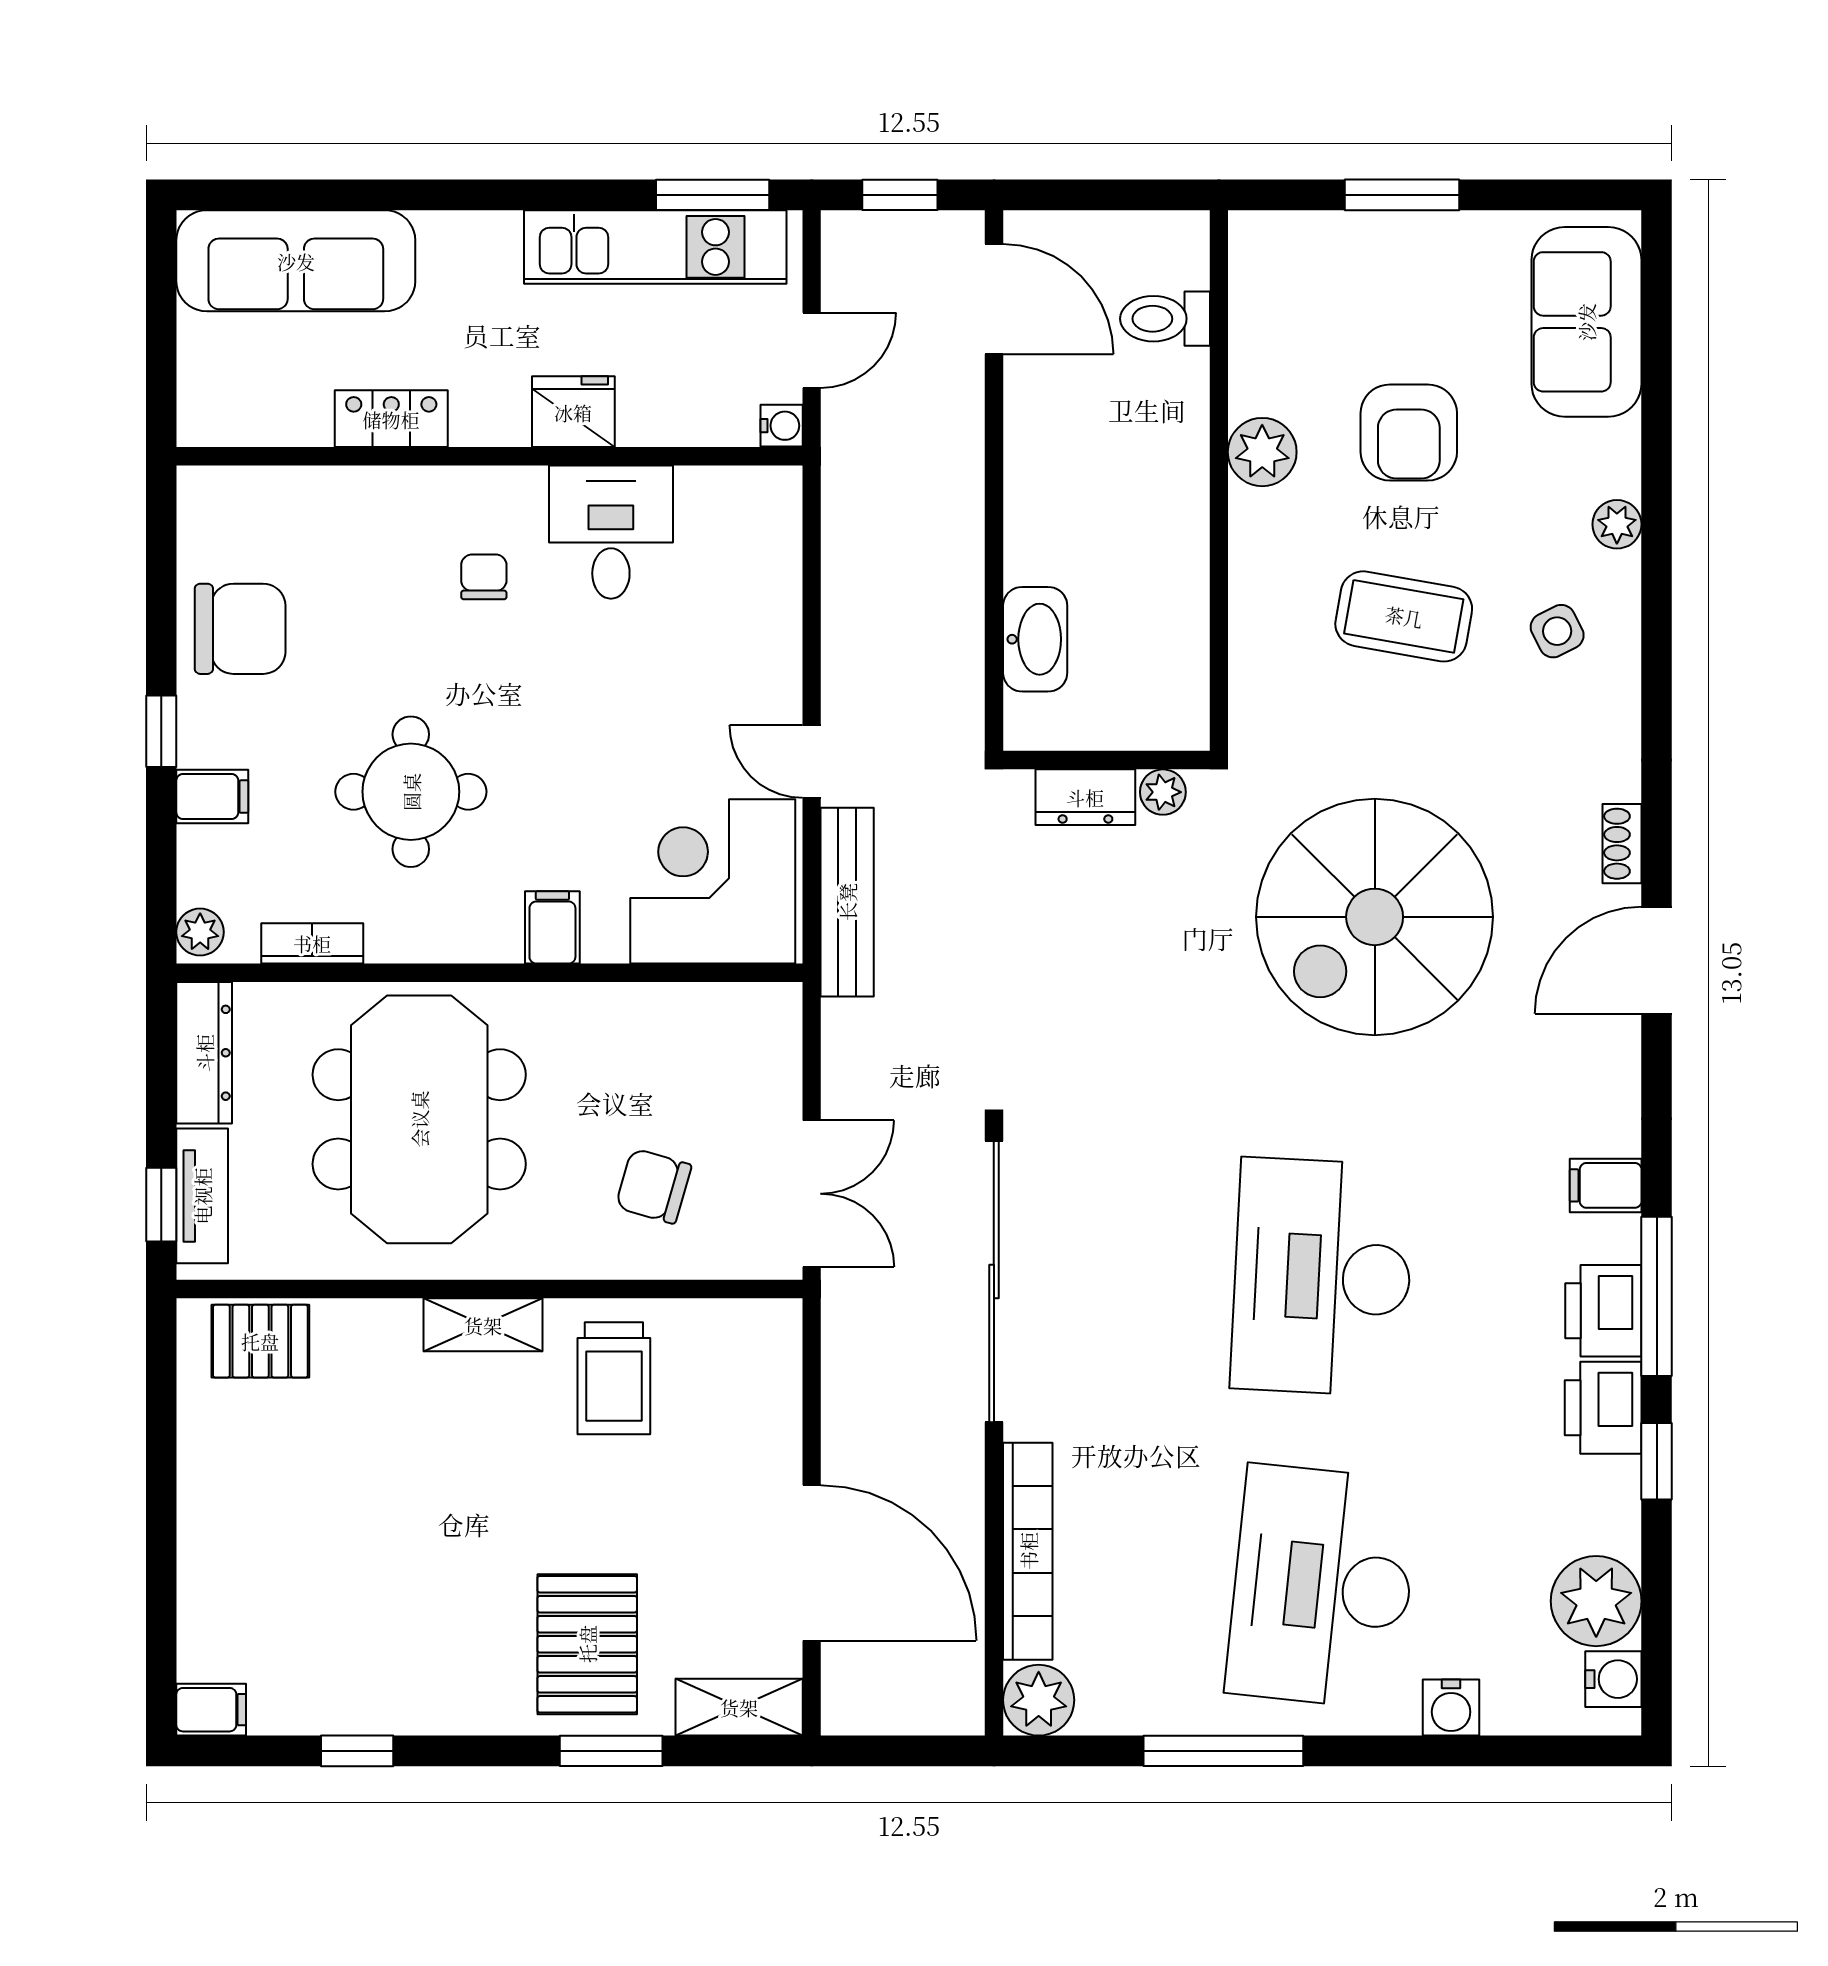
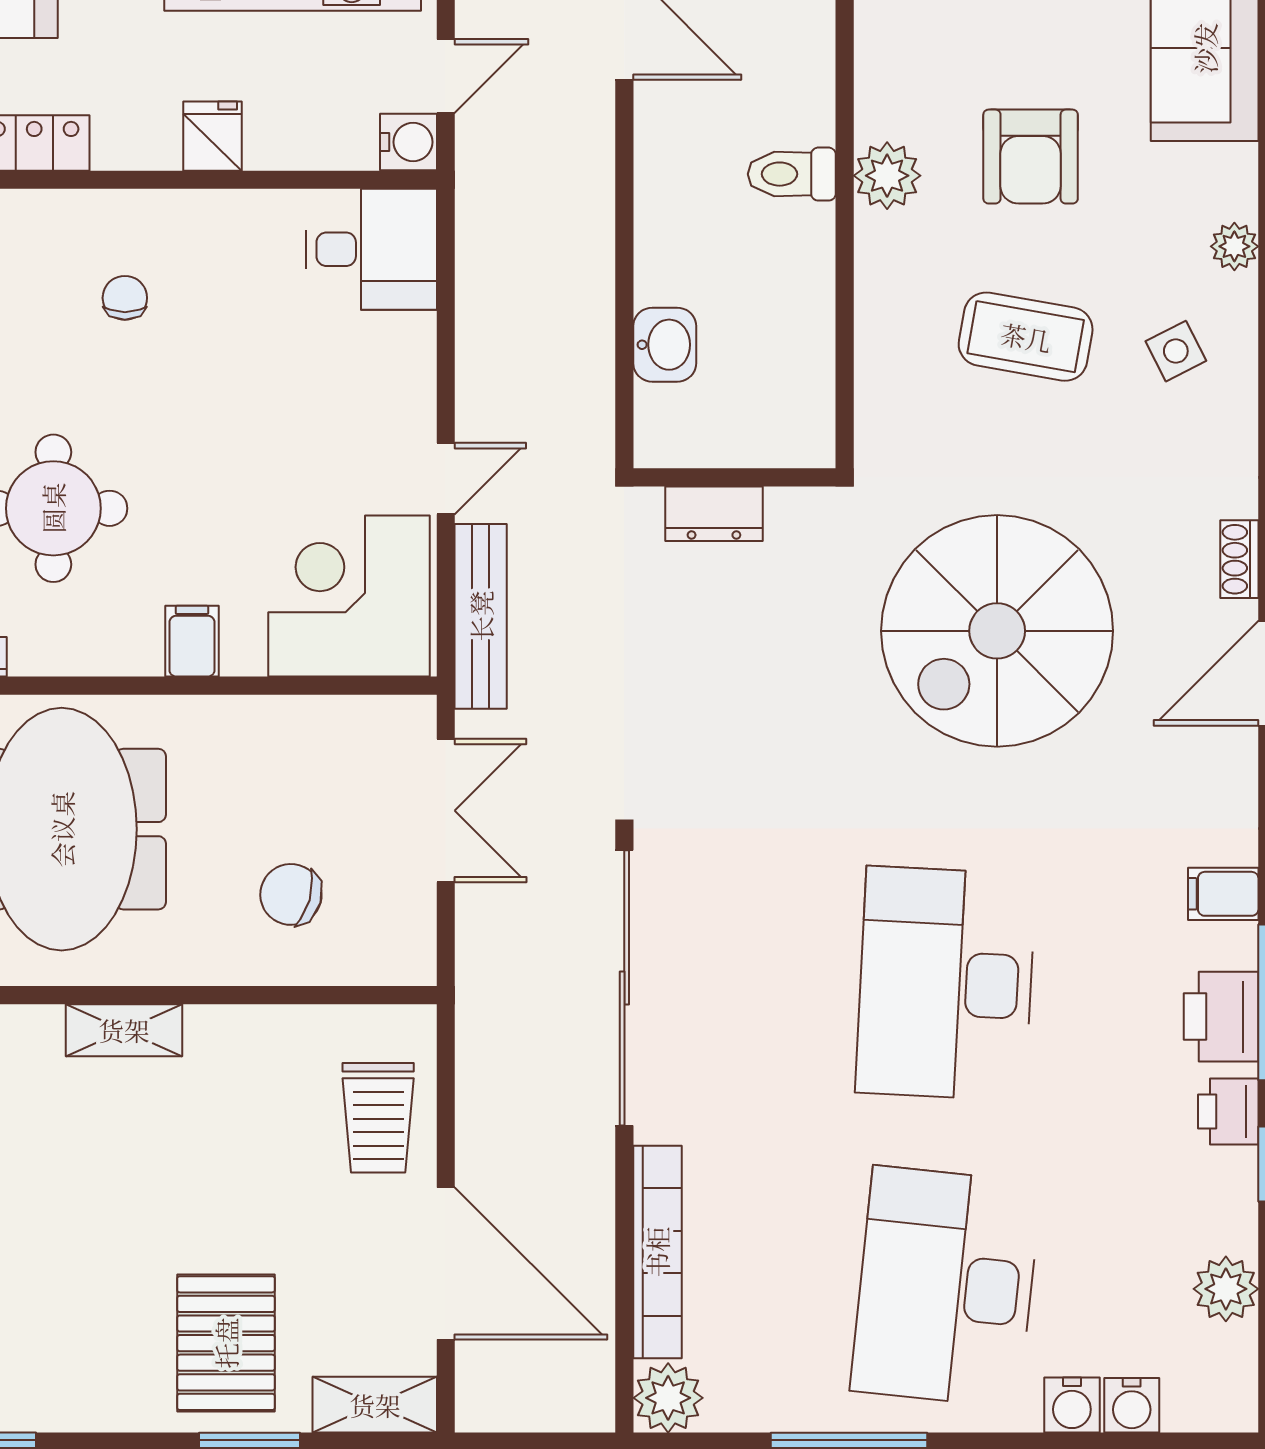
toilet: (1165, 319) -> (792, 174), moved
fridge: (573, 412) -> (212, 136), width x0.72
water cooler: (782, 426) -> (408, 142), width x1.38, depth x1.38
desk: (611, 532) -> (372, 249), moved, turned 90
washbasin: (1035, 639) -> (665, 345), width x0.72
door: (812, 761) -> (446, 479), swing flipped
plant: (1163, 792) -> (790, 509), removed
double door: (812, 1194) -> (446, 811), moved
trolley: (614, 1378) -> (378, 1118), moved
printer: (1603, 1408) -> (1228, 1111), width x0.73, depth x0.81
plant: (1596, 1601) -> (1226, 1289), width x0.73, depth x0.73
water cooler: (1613, 1679) -> (1132, 1405), moved, turned 90

